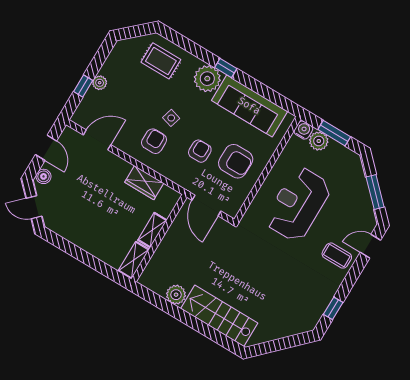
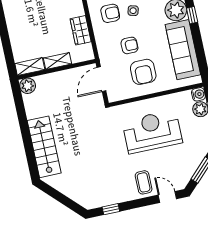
plant: (176, 295) -> (28, 86), moved

